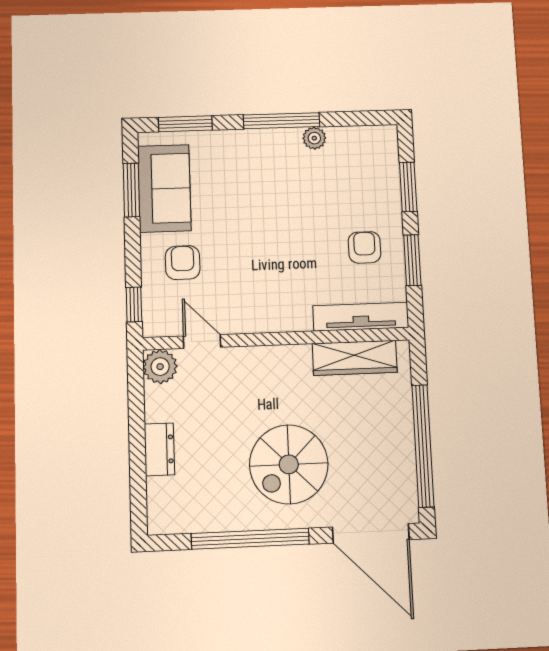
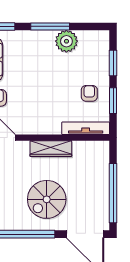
plant: (314, 138) -> (66, 41), width x1.88, depth x1.88
wardrobe: (355, 358) -> (51, 149), moved

